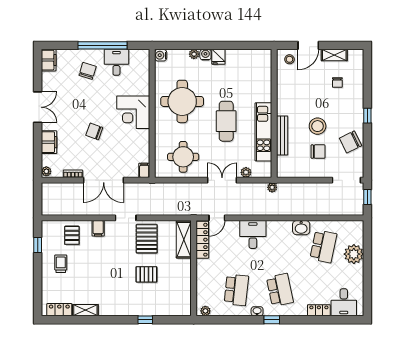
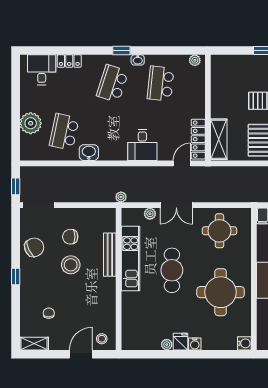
plant: (194, 54) -> (167, 345), moved
shelving: (334, 55) -> (34, 344), moved
school desk: (280, 290) -> (112, 84), turned 30

